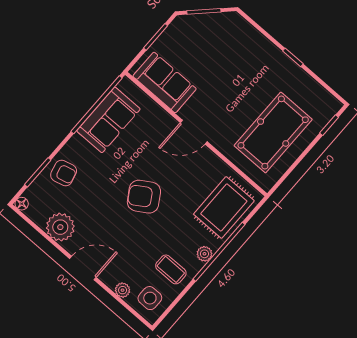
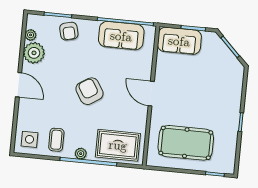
sofa: (165, 82) -> (179, 41), moved, turned 90
floor lamp: (22, 204) -> (31, 19), removed
plant: (123, 290) -> (31, 35), moved

